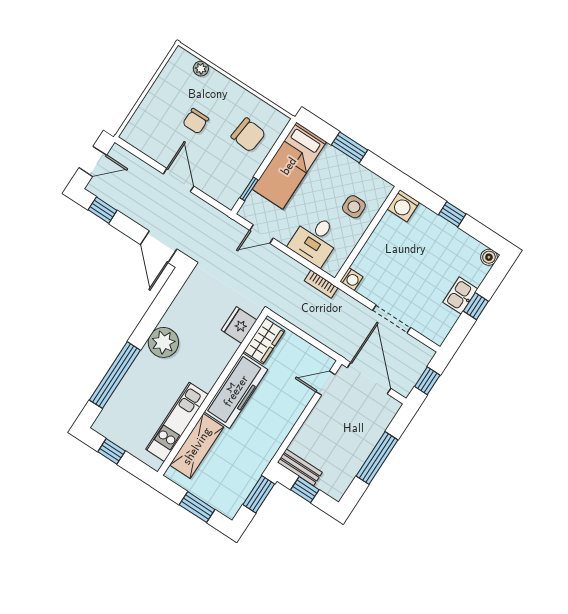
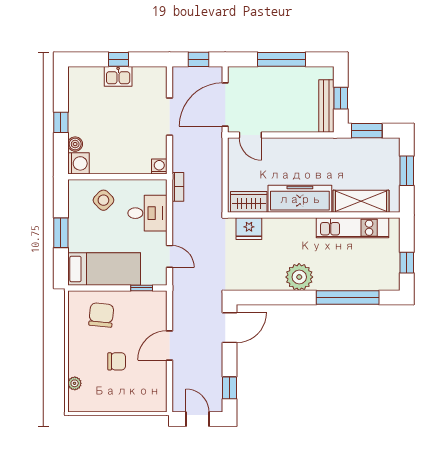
side table: (354, 207) -> (103, 200), turned 45
boiler: (489, 257) -> (75, 144), moved
bench: (300, 467) -> (326, 106), width x1.36

